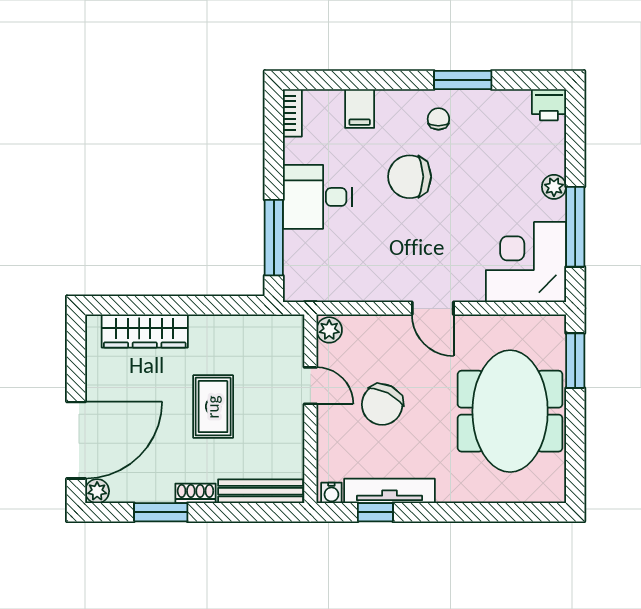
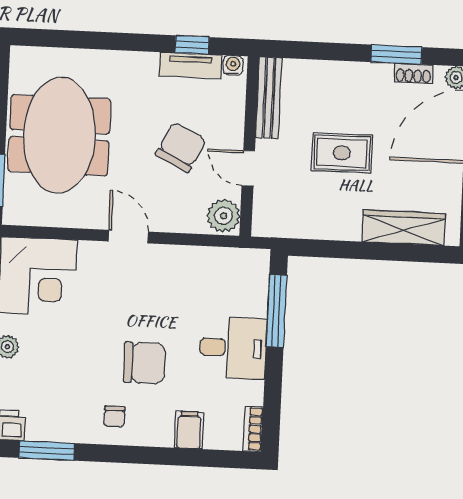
window: (463, 80) -> (47, 451), moved
plant: (329, 330) -> (224, 216), width x1.38, depth x1.38
rug: (213, 407) -> (342, 153), turned 90
bench: (261, 491) -> (269, 98), moved, turned 90
tv unit: (390, 491) -> (190, 65), width x0.71
shoe rack: (195, 493) -> (413, 73), moved

